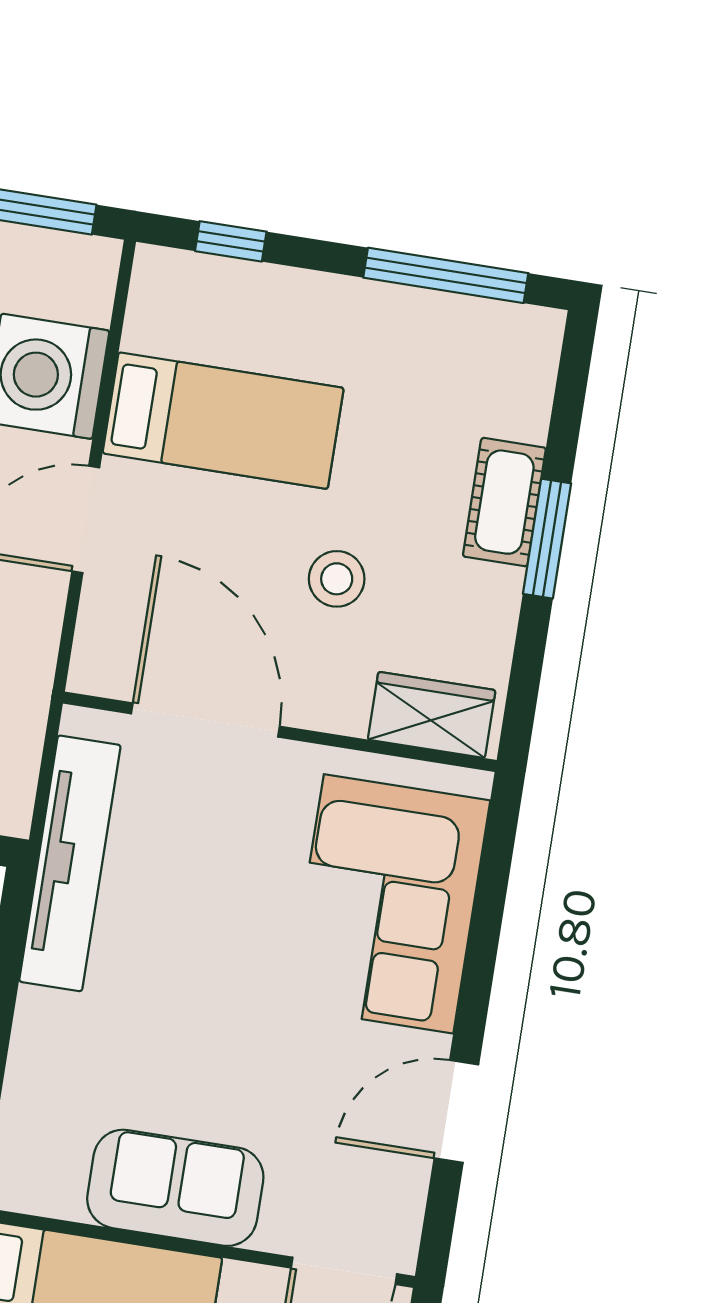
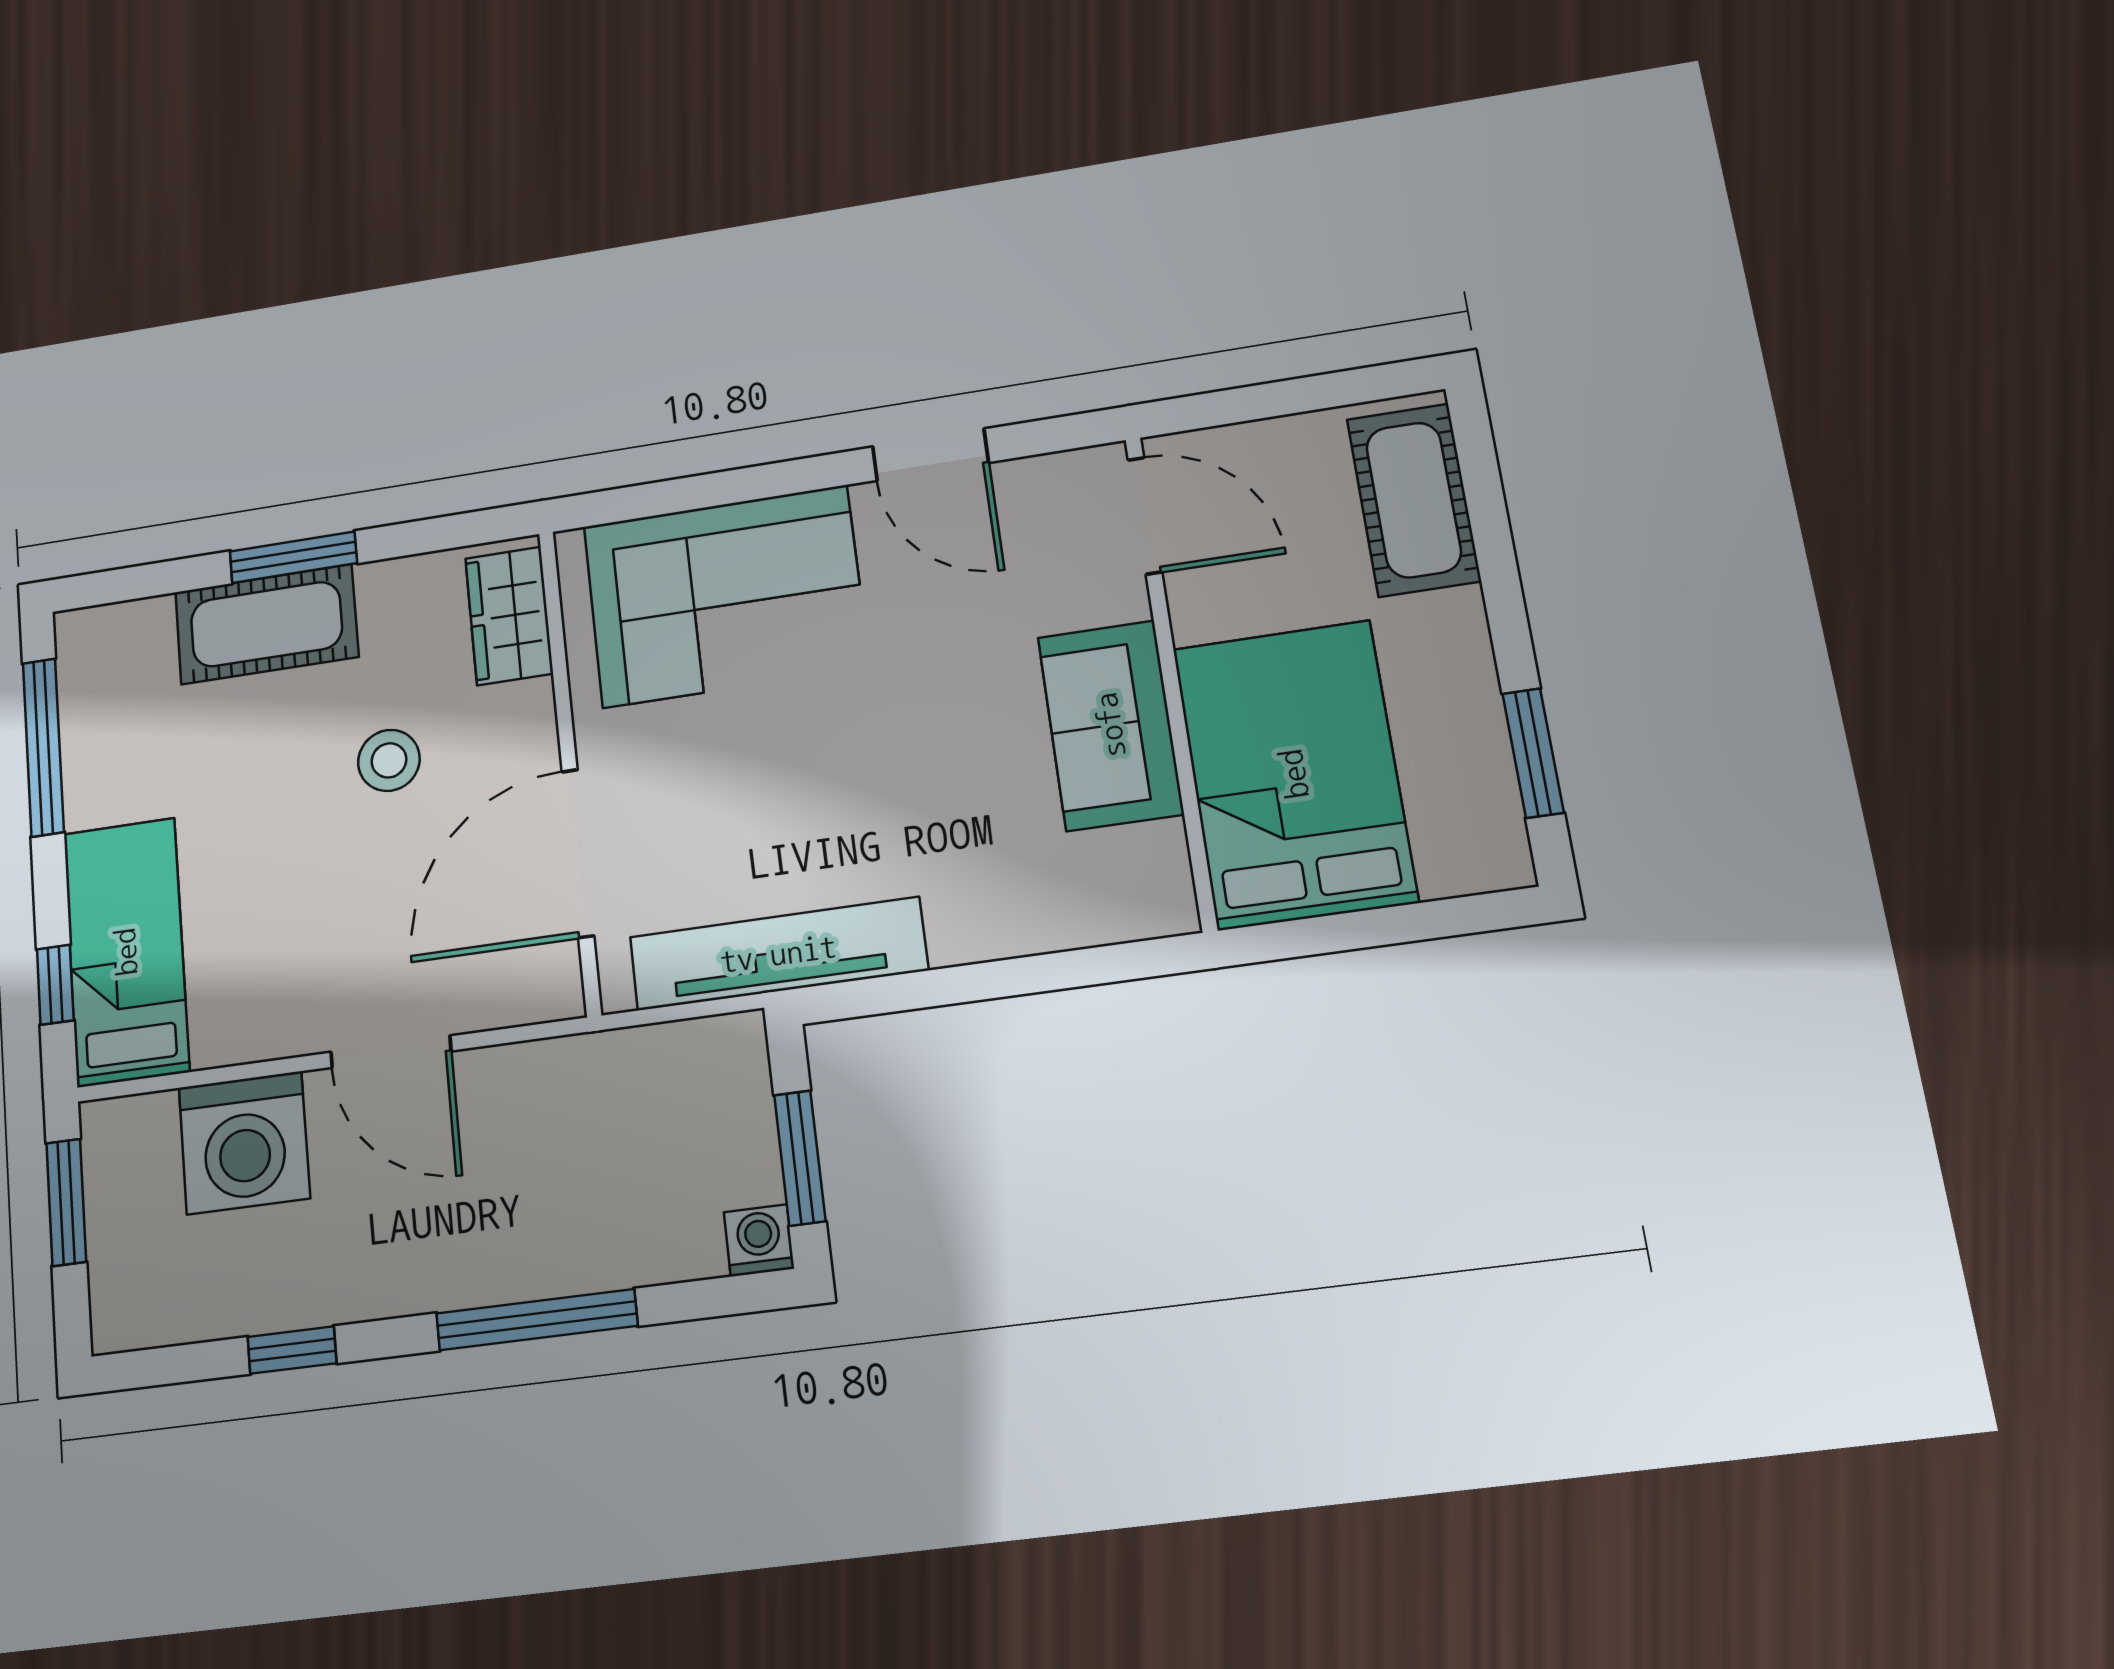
bed: (223, 421) -> (126, 952), moved
cot: (504, 502) -> (266, 624), width x1.37, depth x1.34

